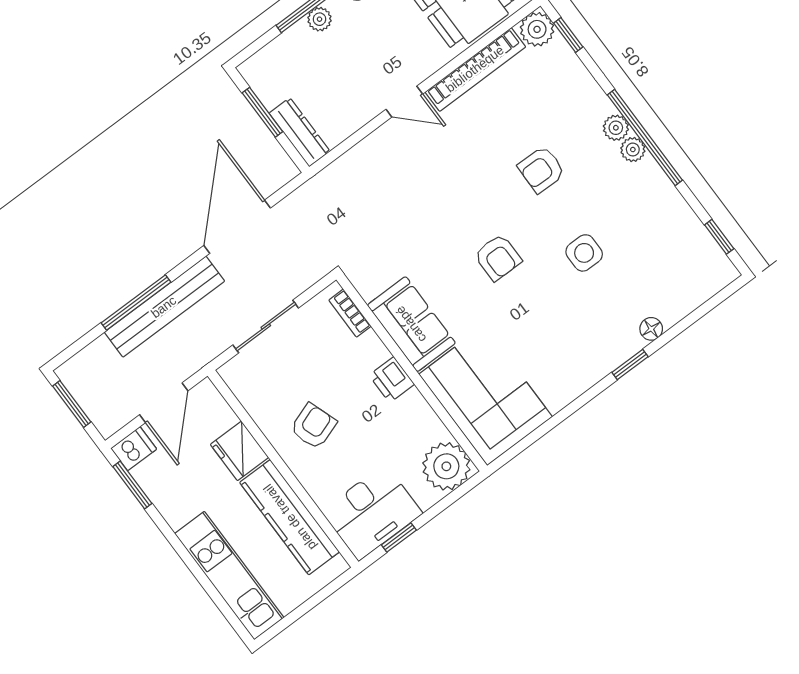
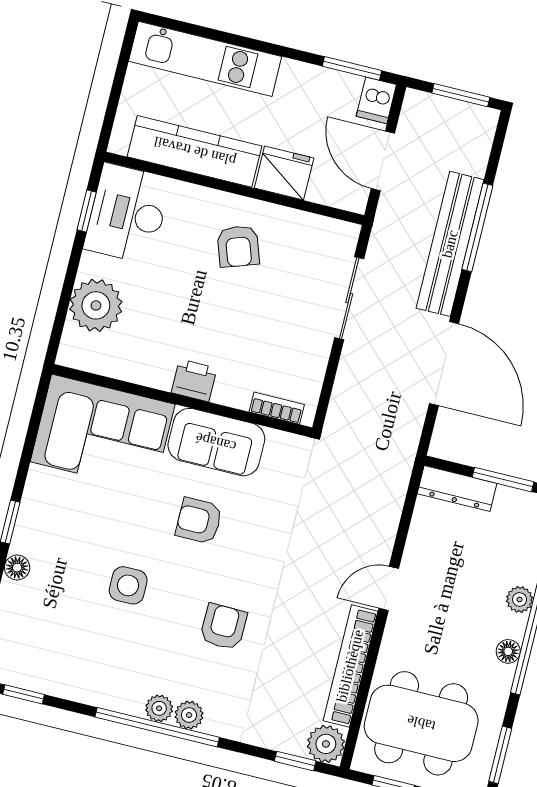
bookcase: (350, 313) -> (277, 408), moved
sofa: (411, 324) -> (216, 442), moved
wall: (412, 373) -> (182, 401), moved
printer: (392, 380) -> (194, 380), moved
corner sofa: (486, 395) -> (103, 433), moved

